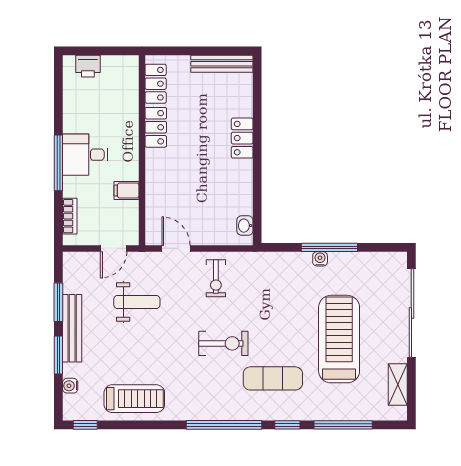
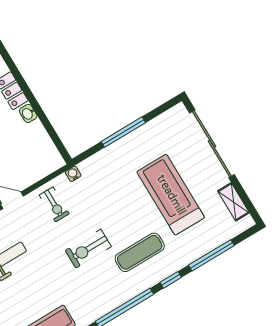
washbasin: (245, 226) -> (28, 113), moved
water cooler: (320, 259) -> (73, 174), moved
exercise bike: (223, 343) -> (88, 249), turned 180

